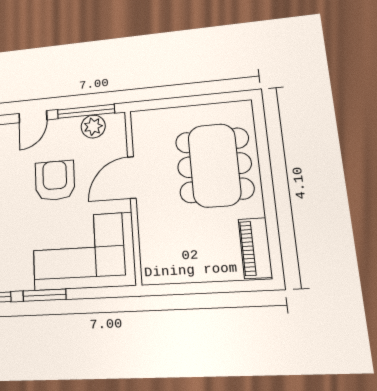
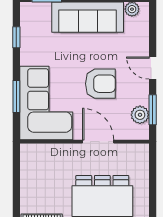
window: (86, 111) -> (153, 110), width x0.69
window: (44, 295) -> (16, 96), moved

